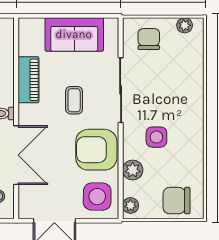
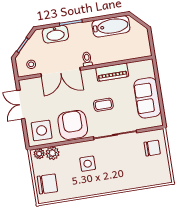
plant: (185, 25) -> (165, 171), removed
plant: (133, 170) -> (52, 153), moved
chair: (177, 201) -> (47, 184), turned 91

